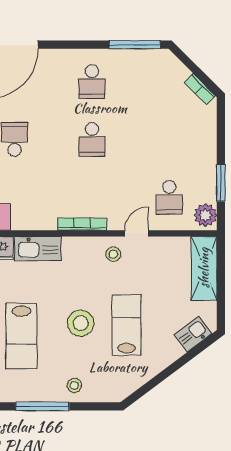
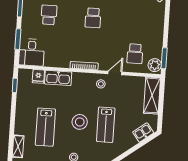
window: (221, 183) -> (164, 58), moved
lab bench: (126, 325) -> (106, 125), turned 180

